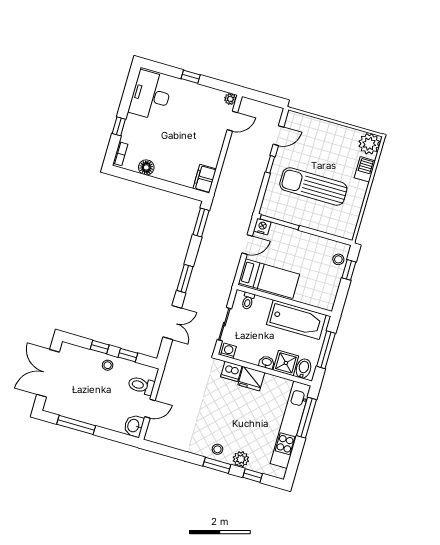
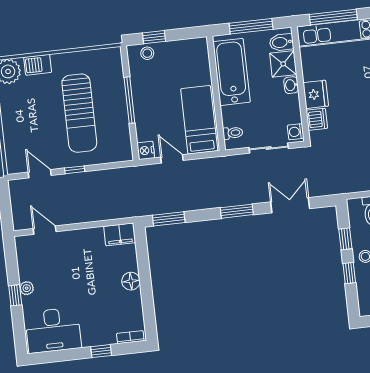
plant: (230, 99) -> (27, 288), moved
floor lamp: (146, 167) -> (131, 281), moved
window: (280, 222) -> (129, 100), moved

